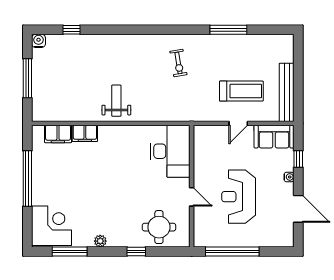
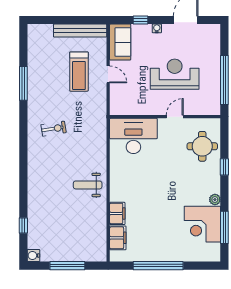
treadmill: (241, 91) -> (79, 72), turned 180
reception desk: (239, 197) -> (175, 74), turned 180
corner desk: (52, 226) -> (202, 224), moved, turned -90

